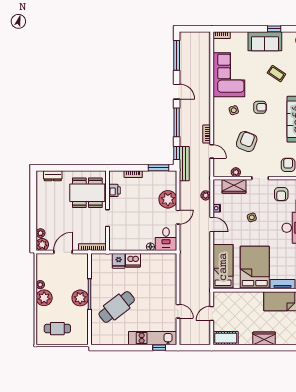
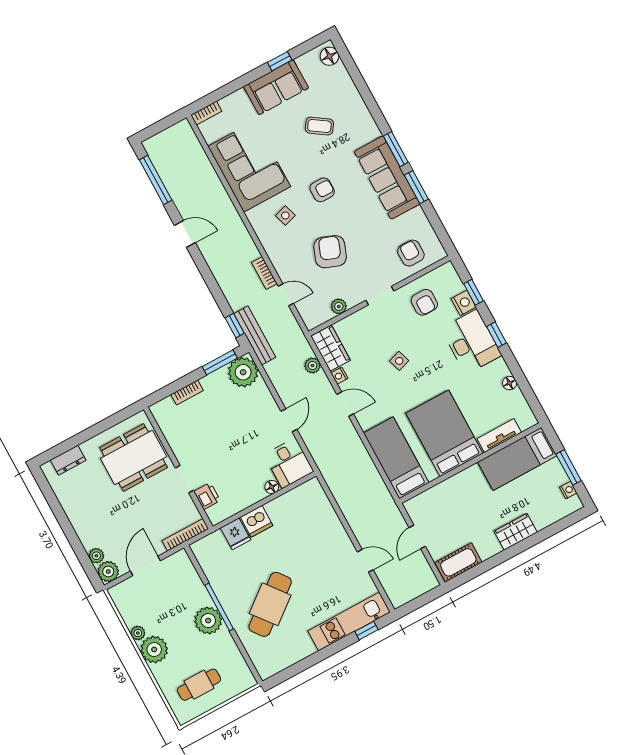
window: (177, 122) -> (210, 280), removed
wardrobe: (234, 186) -> (331, 348), moved, turned -90
printer: (114, 190) -> (207, 496), moved
plant: (168, 199) -> (243, 372), moved

